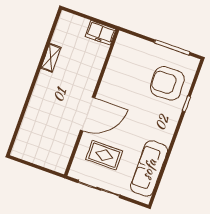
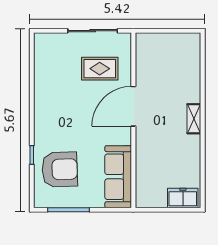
freezer: (101, 33) -> (183, 198), moved
shelving: (51, 58) -> (194, 119), moved
sofa: (149, 169) -> (118, 177), moved, turned 180

